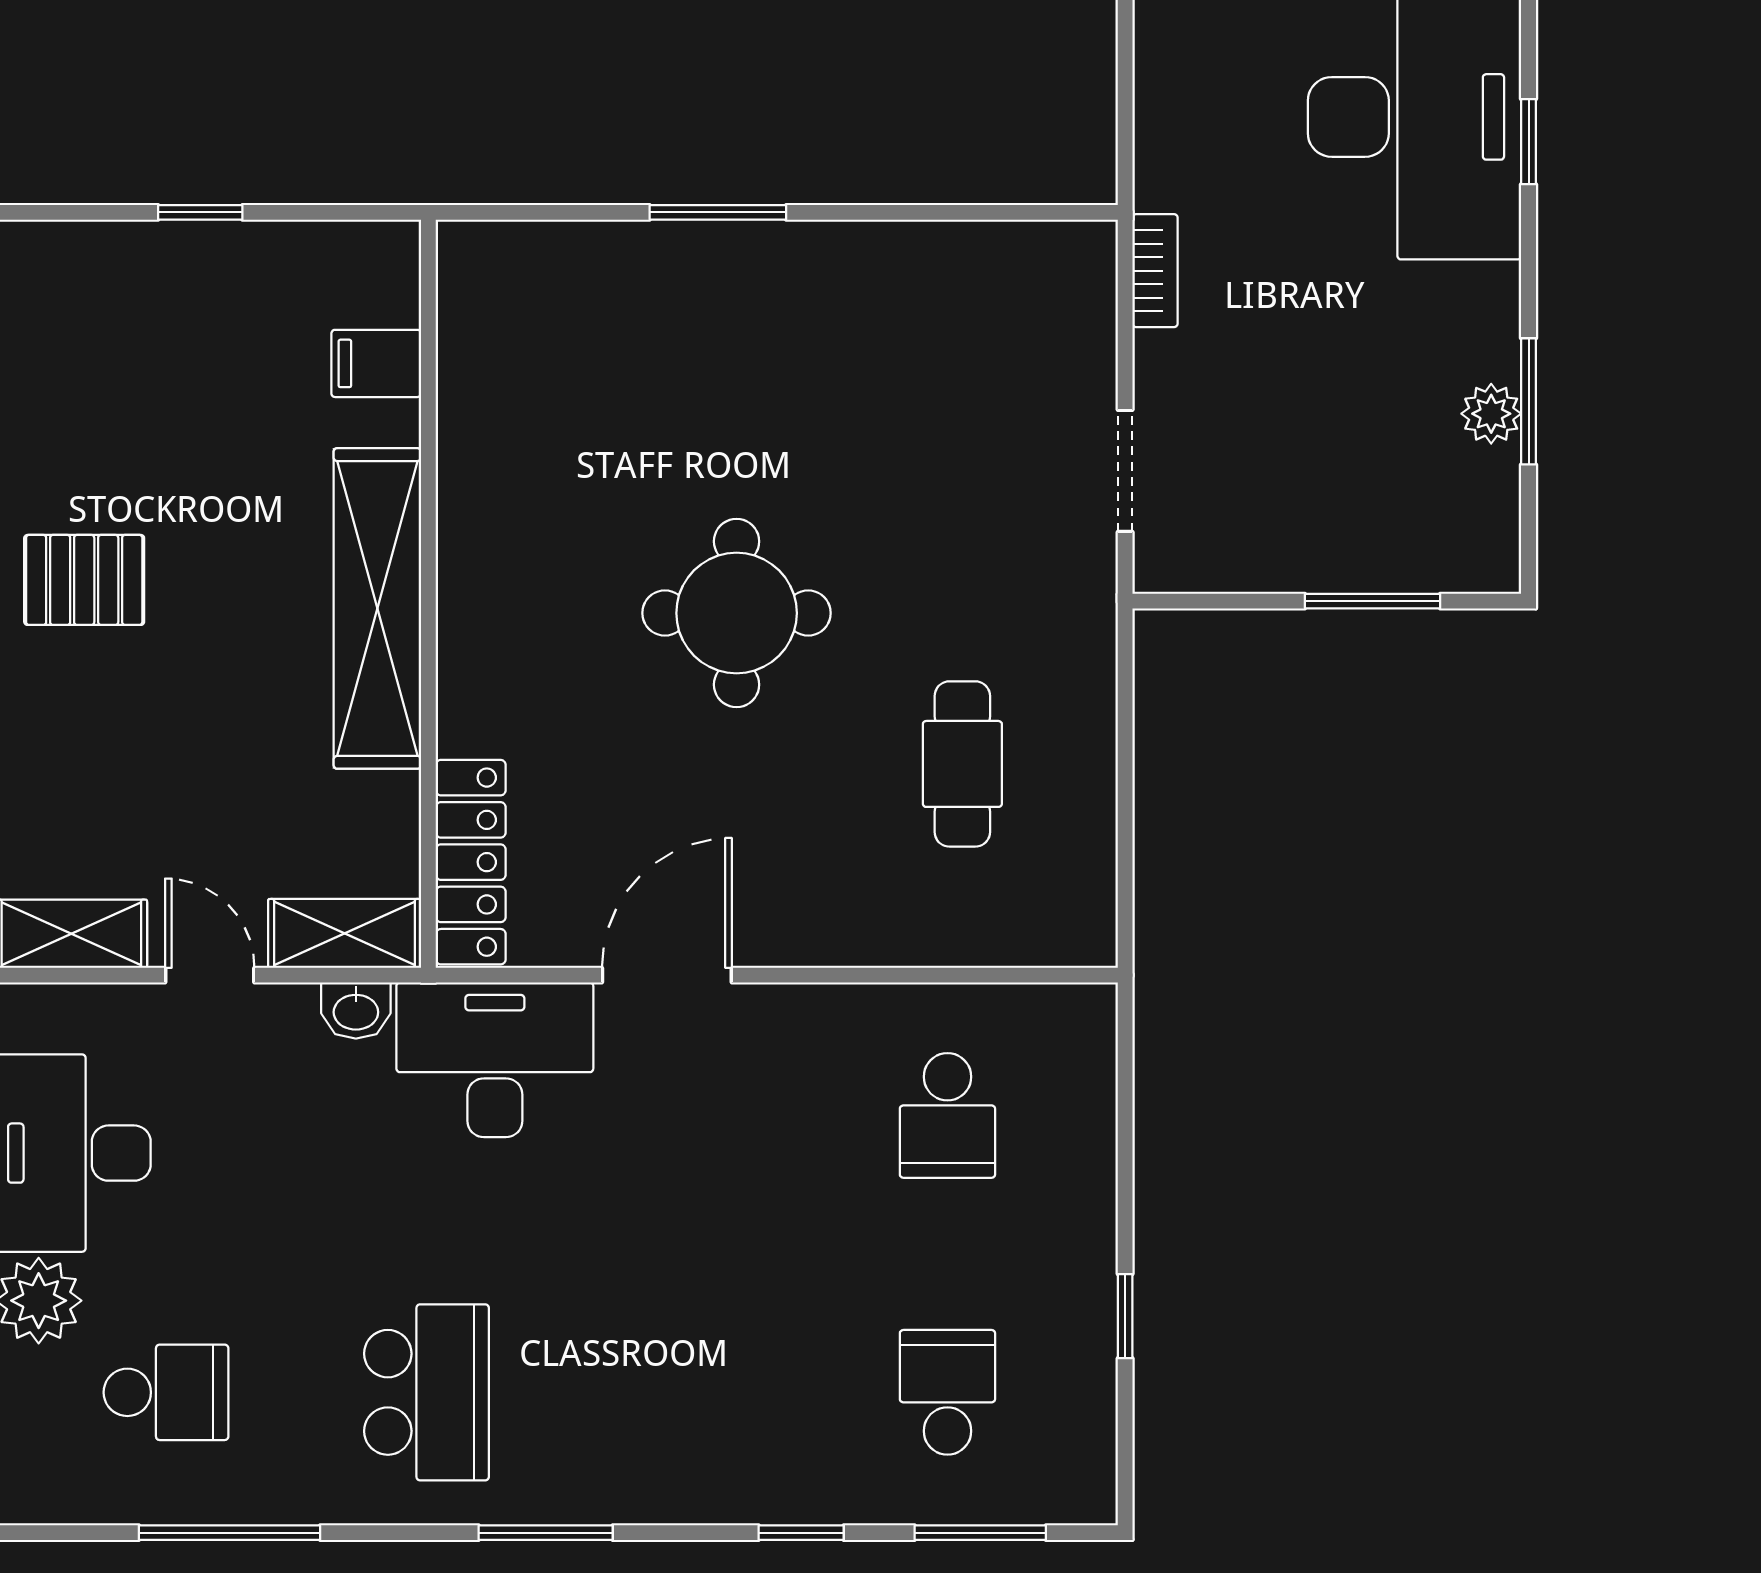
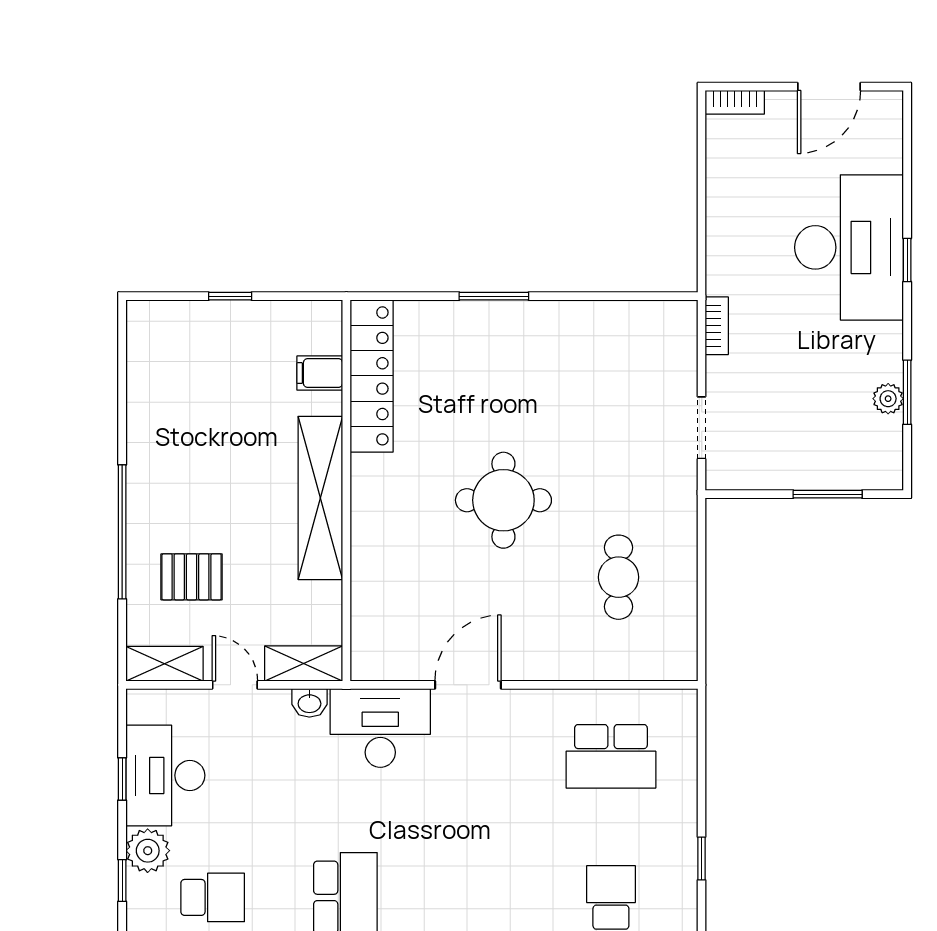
pallet: (84, 580) -> (192, 577), moved
locker: (471, 862) -> (372, 376), moved, width x1.41, depth x1.21
school desk: (947, 1115) -> (611, 756), width x1.85

